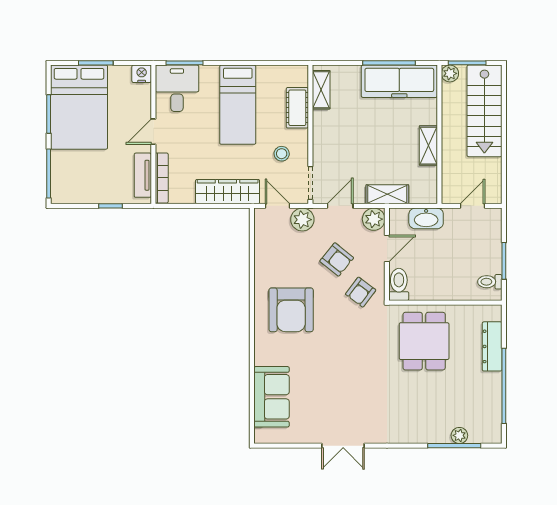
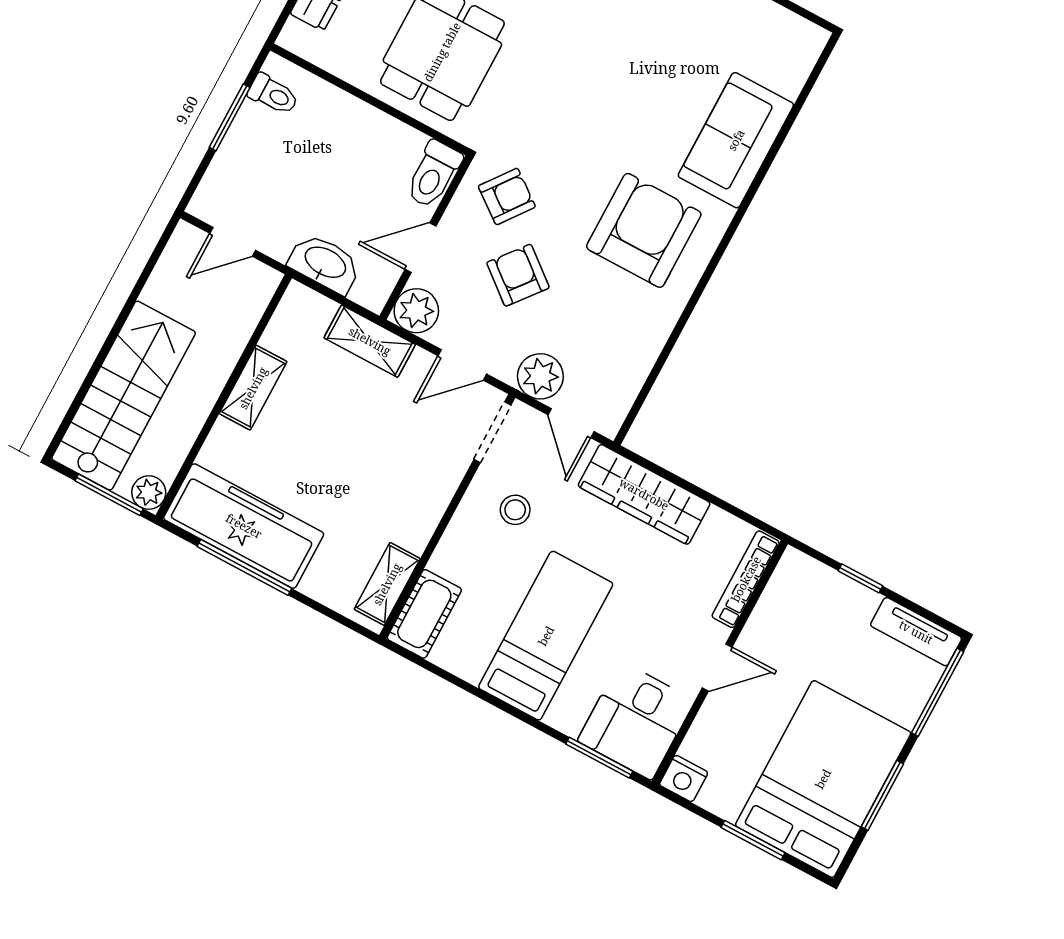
cot: (297, 108) -> (424, 614), moved
tv unit: (143, 175) -> (916, 632), moved, turned 90
sofa: (272, 397) -> (736, 140), moved

